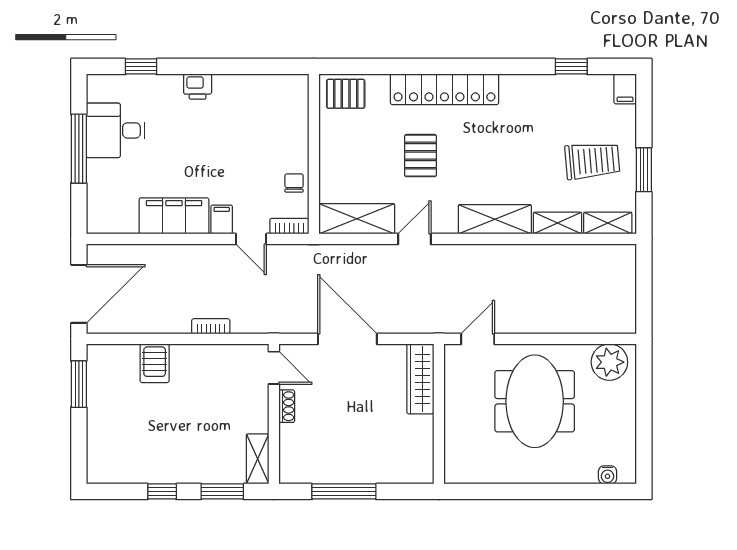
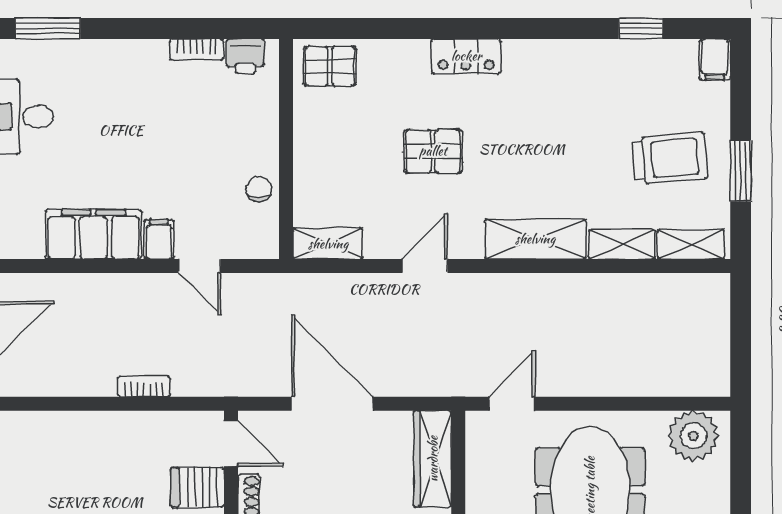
window: (141, 66) -> (48, 28), width x1.50
printer: (198, 87) -> (245, 56), moved
locker: (444, 89) -> (466, 56), width x0.46, depth x0.83
pallet: (421, 156) -> (433, 151), turned 90
shelving: (357, 219) -> (328, 244), width x0.67, depth x0.75
bookcase: (289, 226) -> (197, 50), moved, turned 180
server rack: (155, 363) -> (197, 487), moved, turned 90

